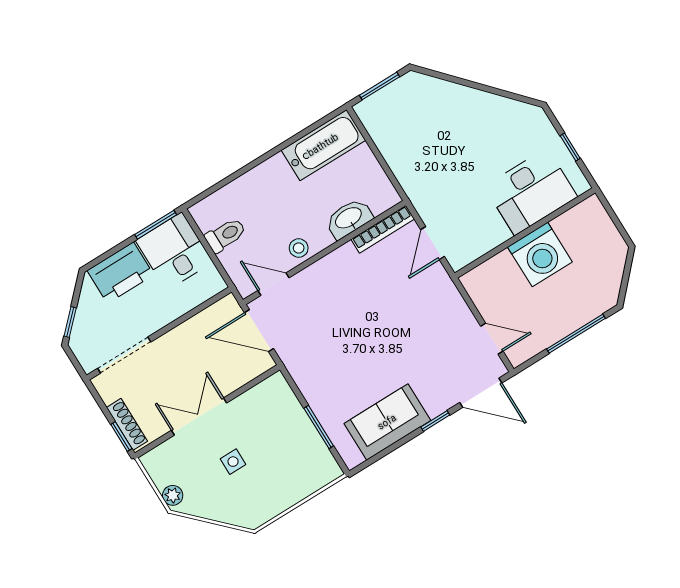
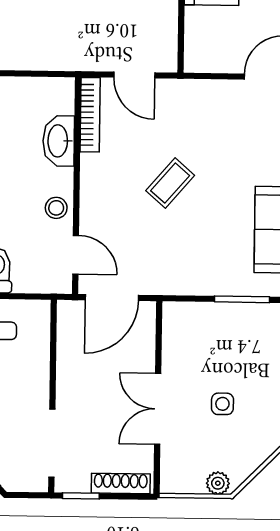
door: (273, 284) -> (76, 255), swing flipped
coffee table: (370, 320) -> (170, 183), added
window: (121, 437) -> (81, 496), moved

